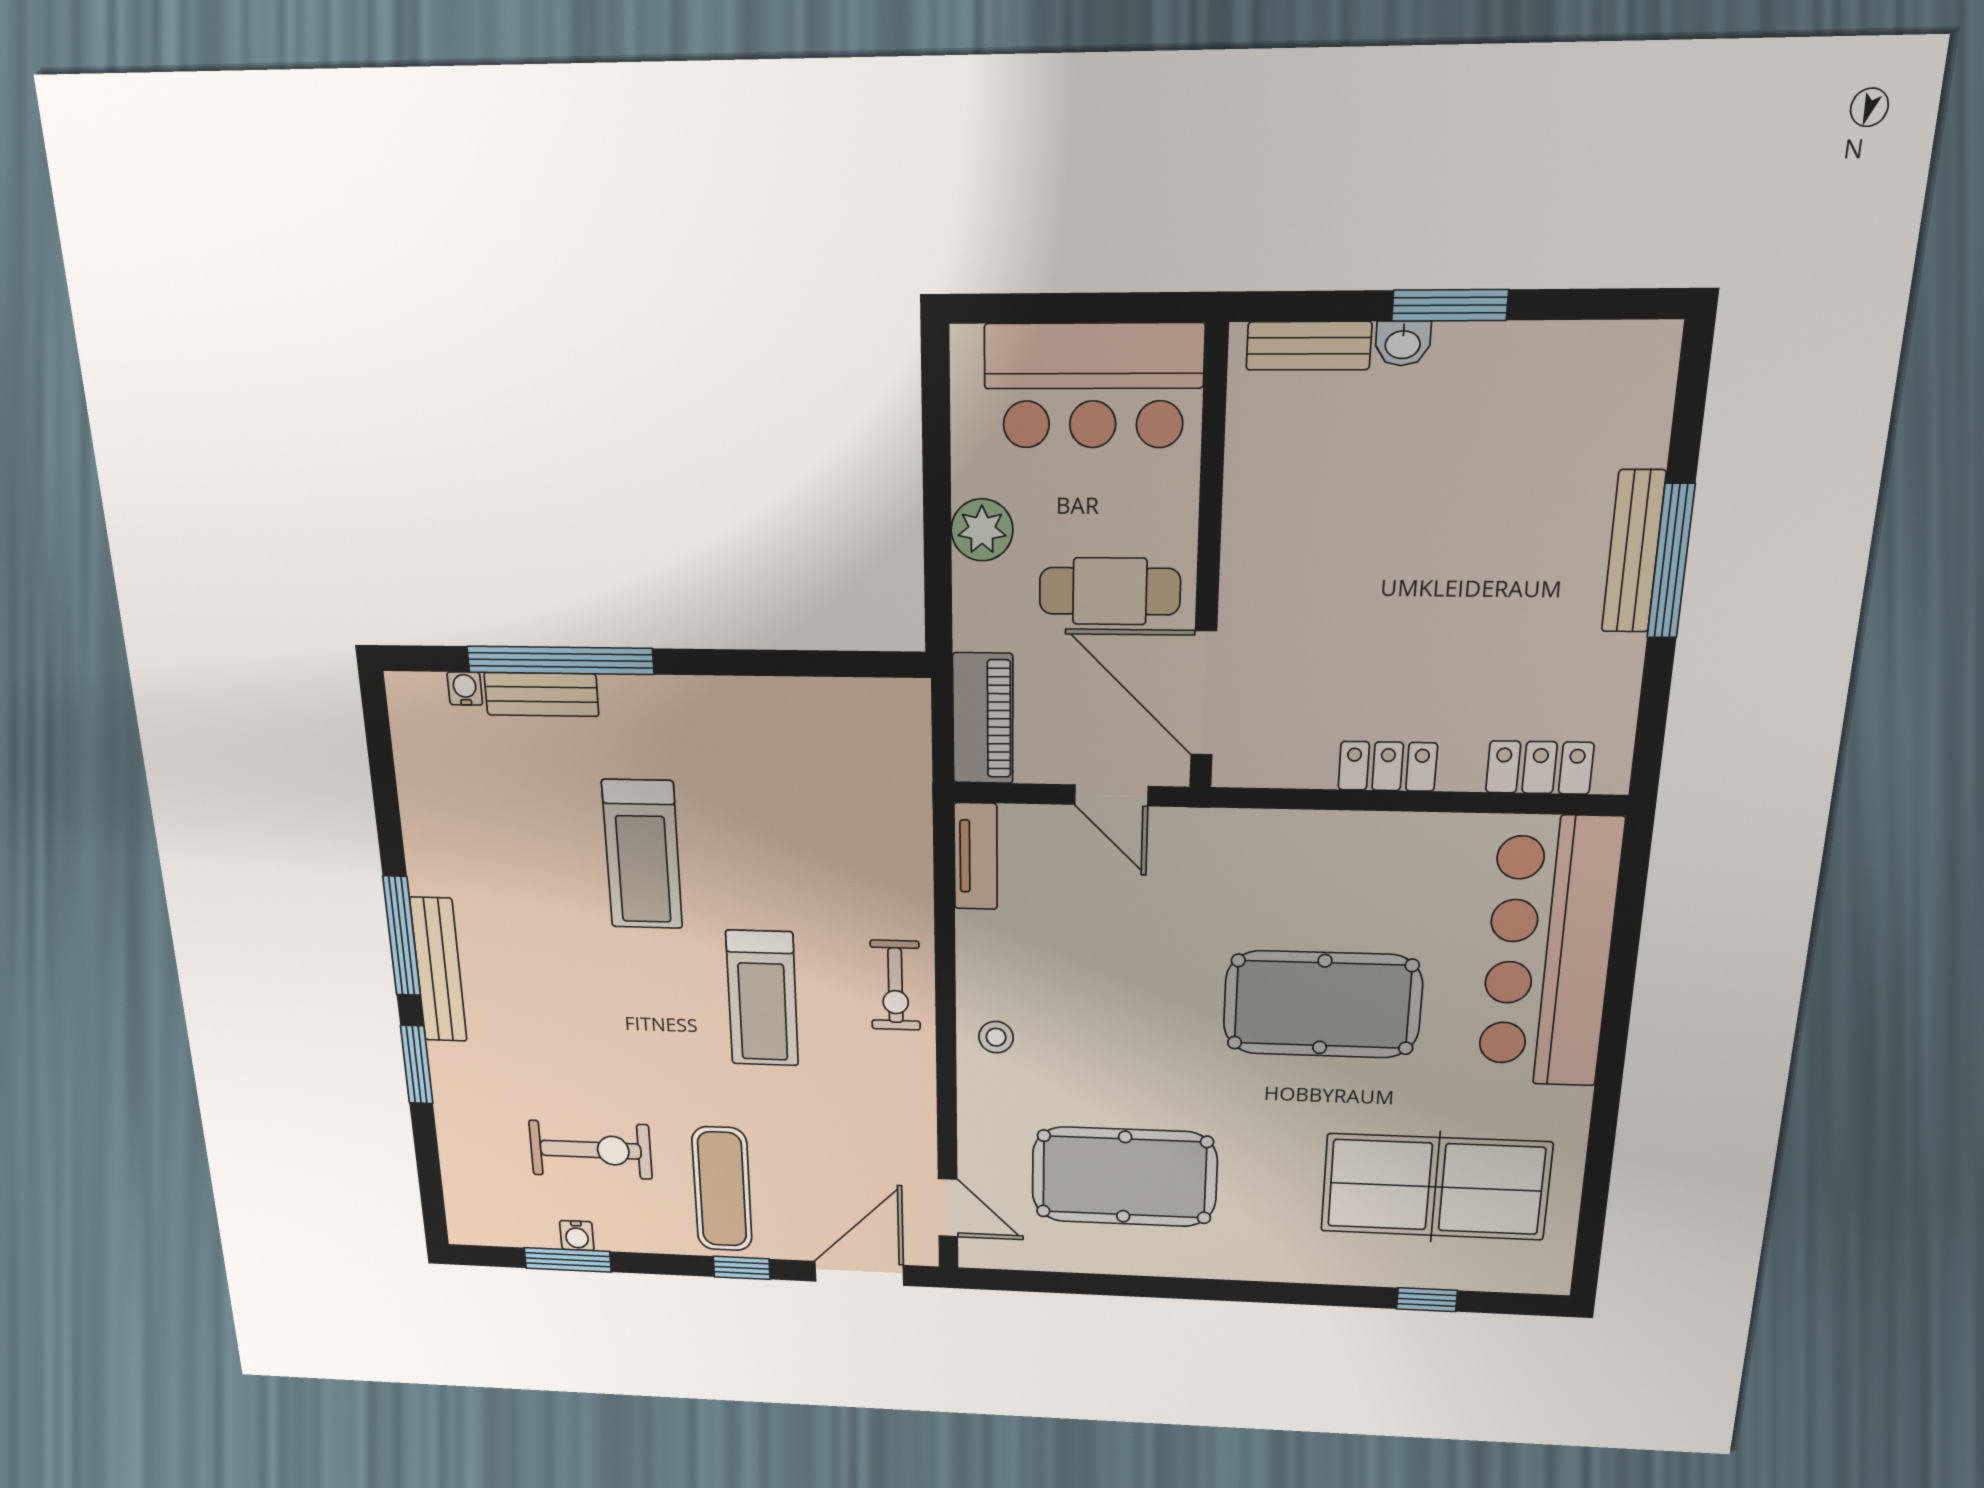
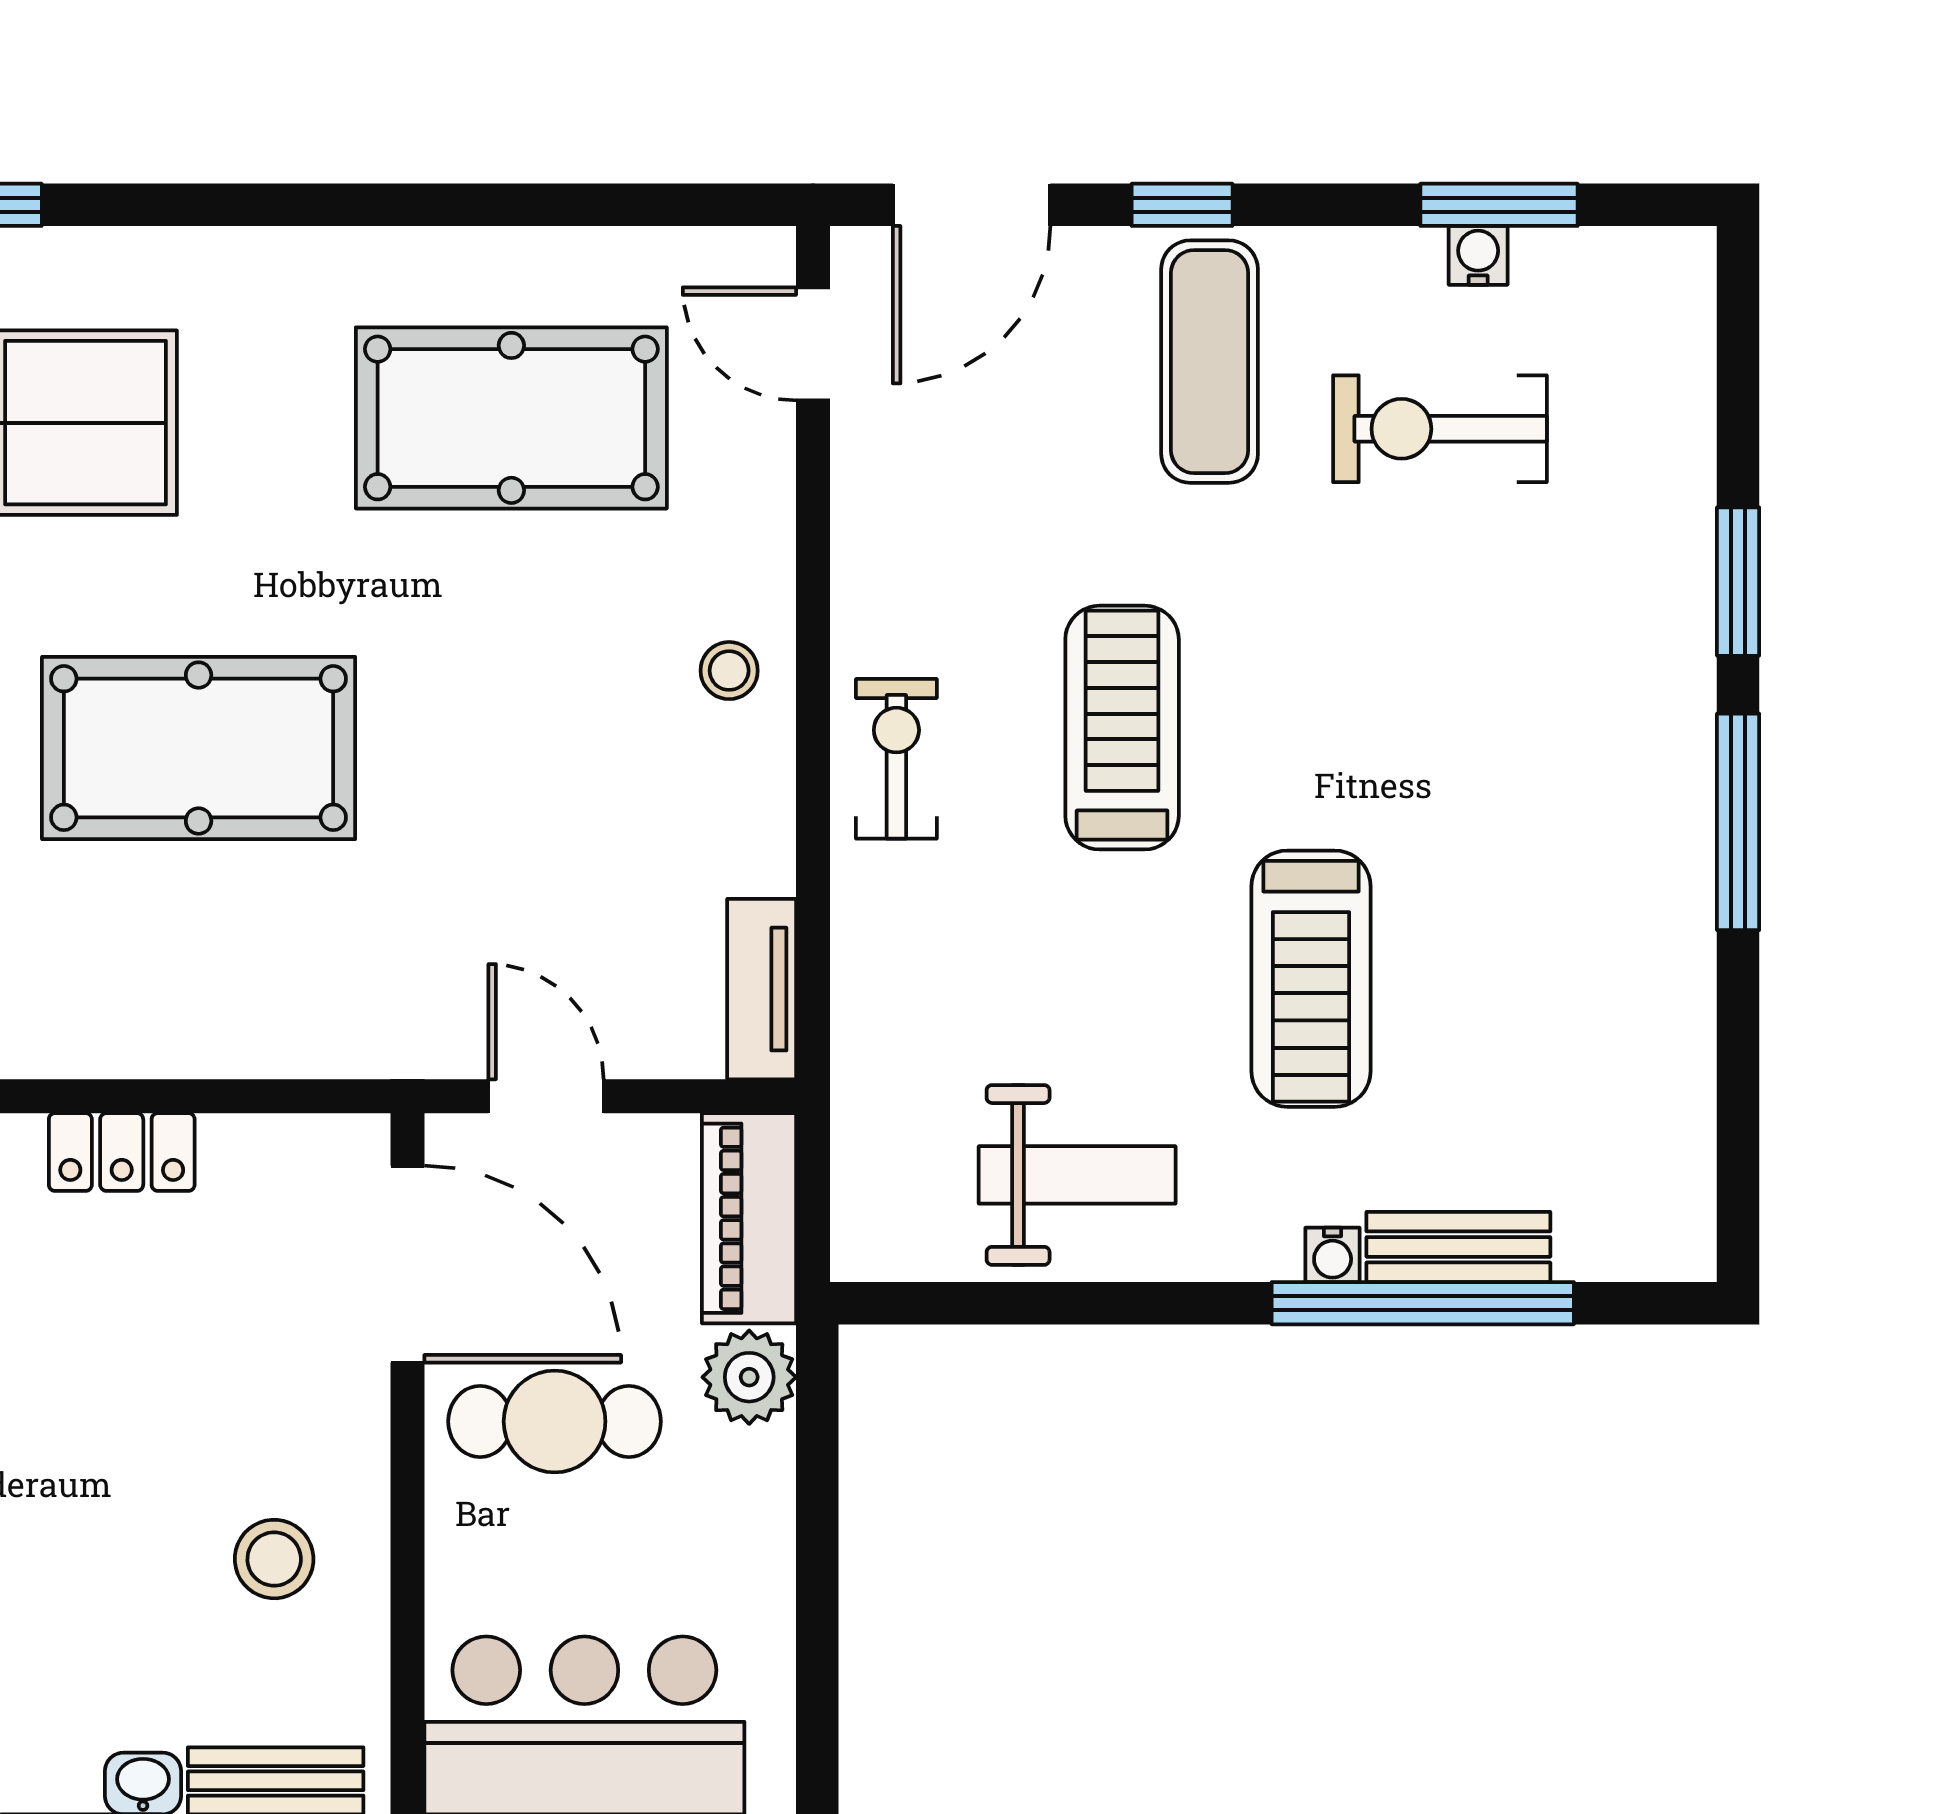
stool: (1302, 501) -> (274, 1559), added
plant: (982, 530) -> (749, 1377), moved
water cooler: (465, 689) -> (1333, 1255), moved
weight bench: (778, 742) -> (1077, 1175), added
treadmill: (642, 855) -> (1311, 979), turned 180
bench: (438, 970) -> (1680, 762), removed

